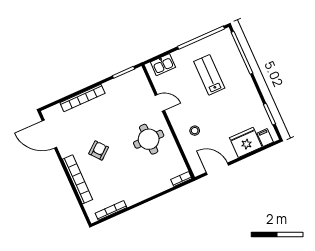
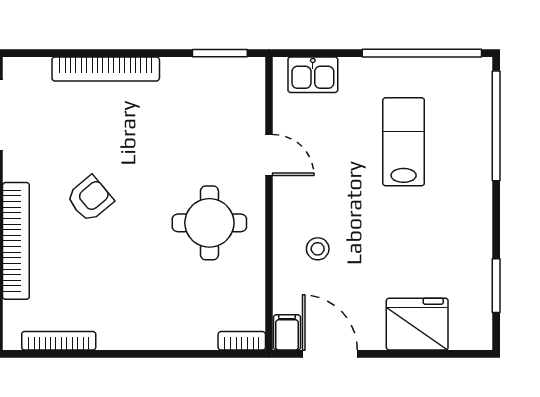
filing cabinet: (265, 138) -> (287, 332), moved

